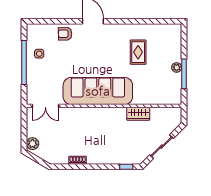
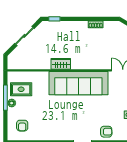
armchair: (164, 41) -> (22, 126), added
rug: (138, 52) -> (21, 89), moved, turned 90
wardrobe: (138, 114) -> (61, 64), moved

